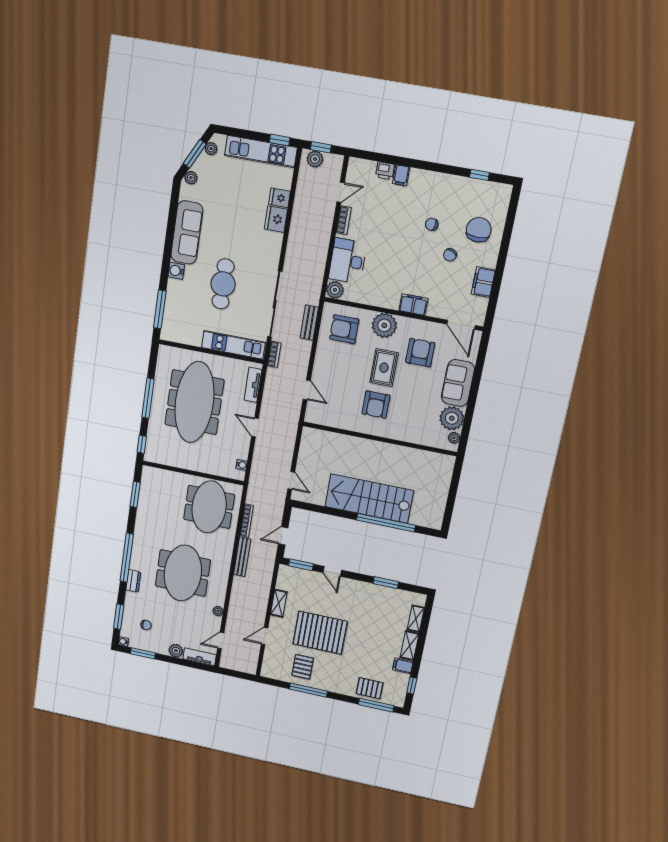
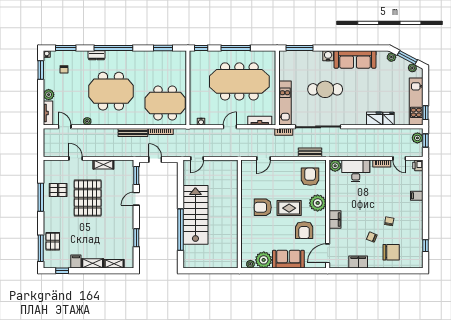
printer: (385, 171) -> (418, 165), moved
armchair: (420, 353) -> (304, 230), turned 90

